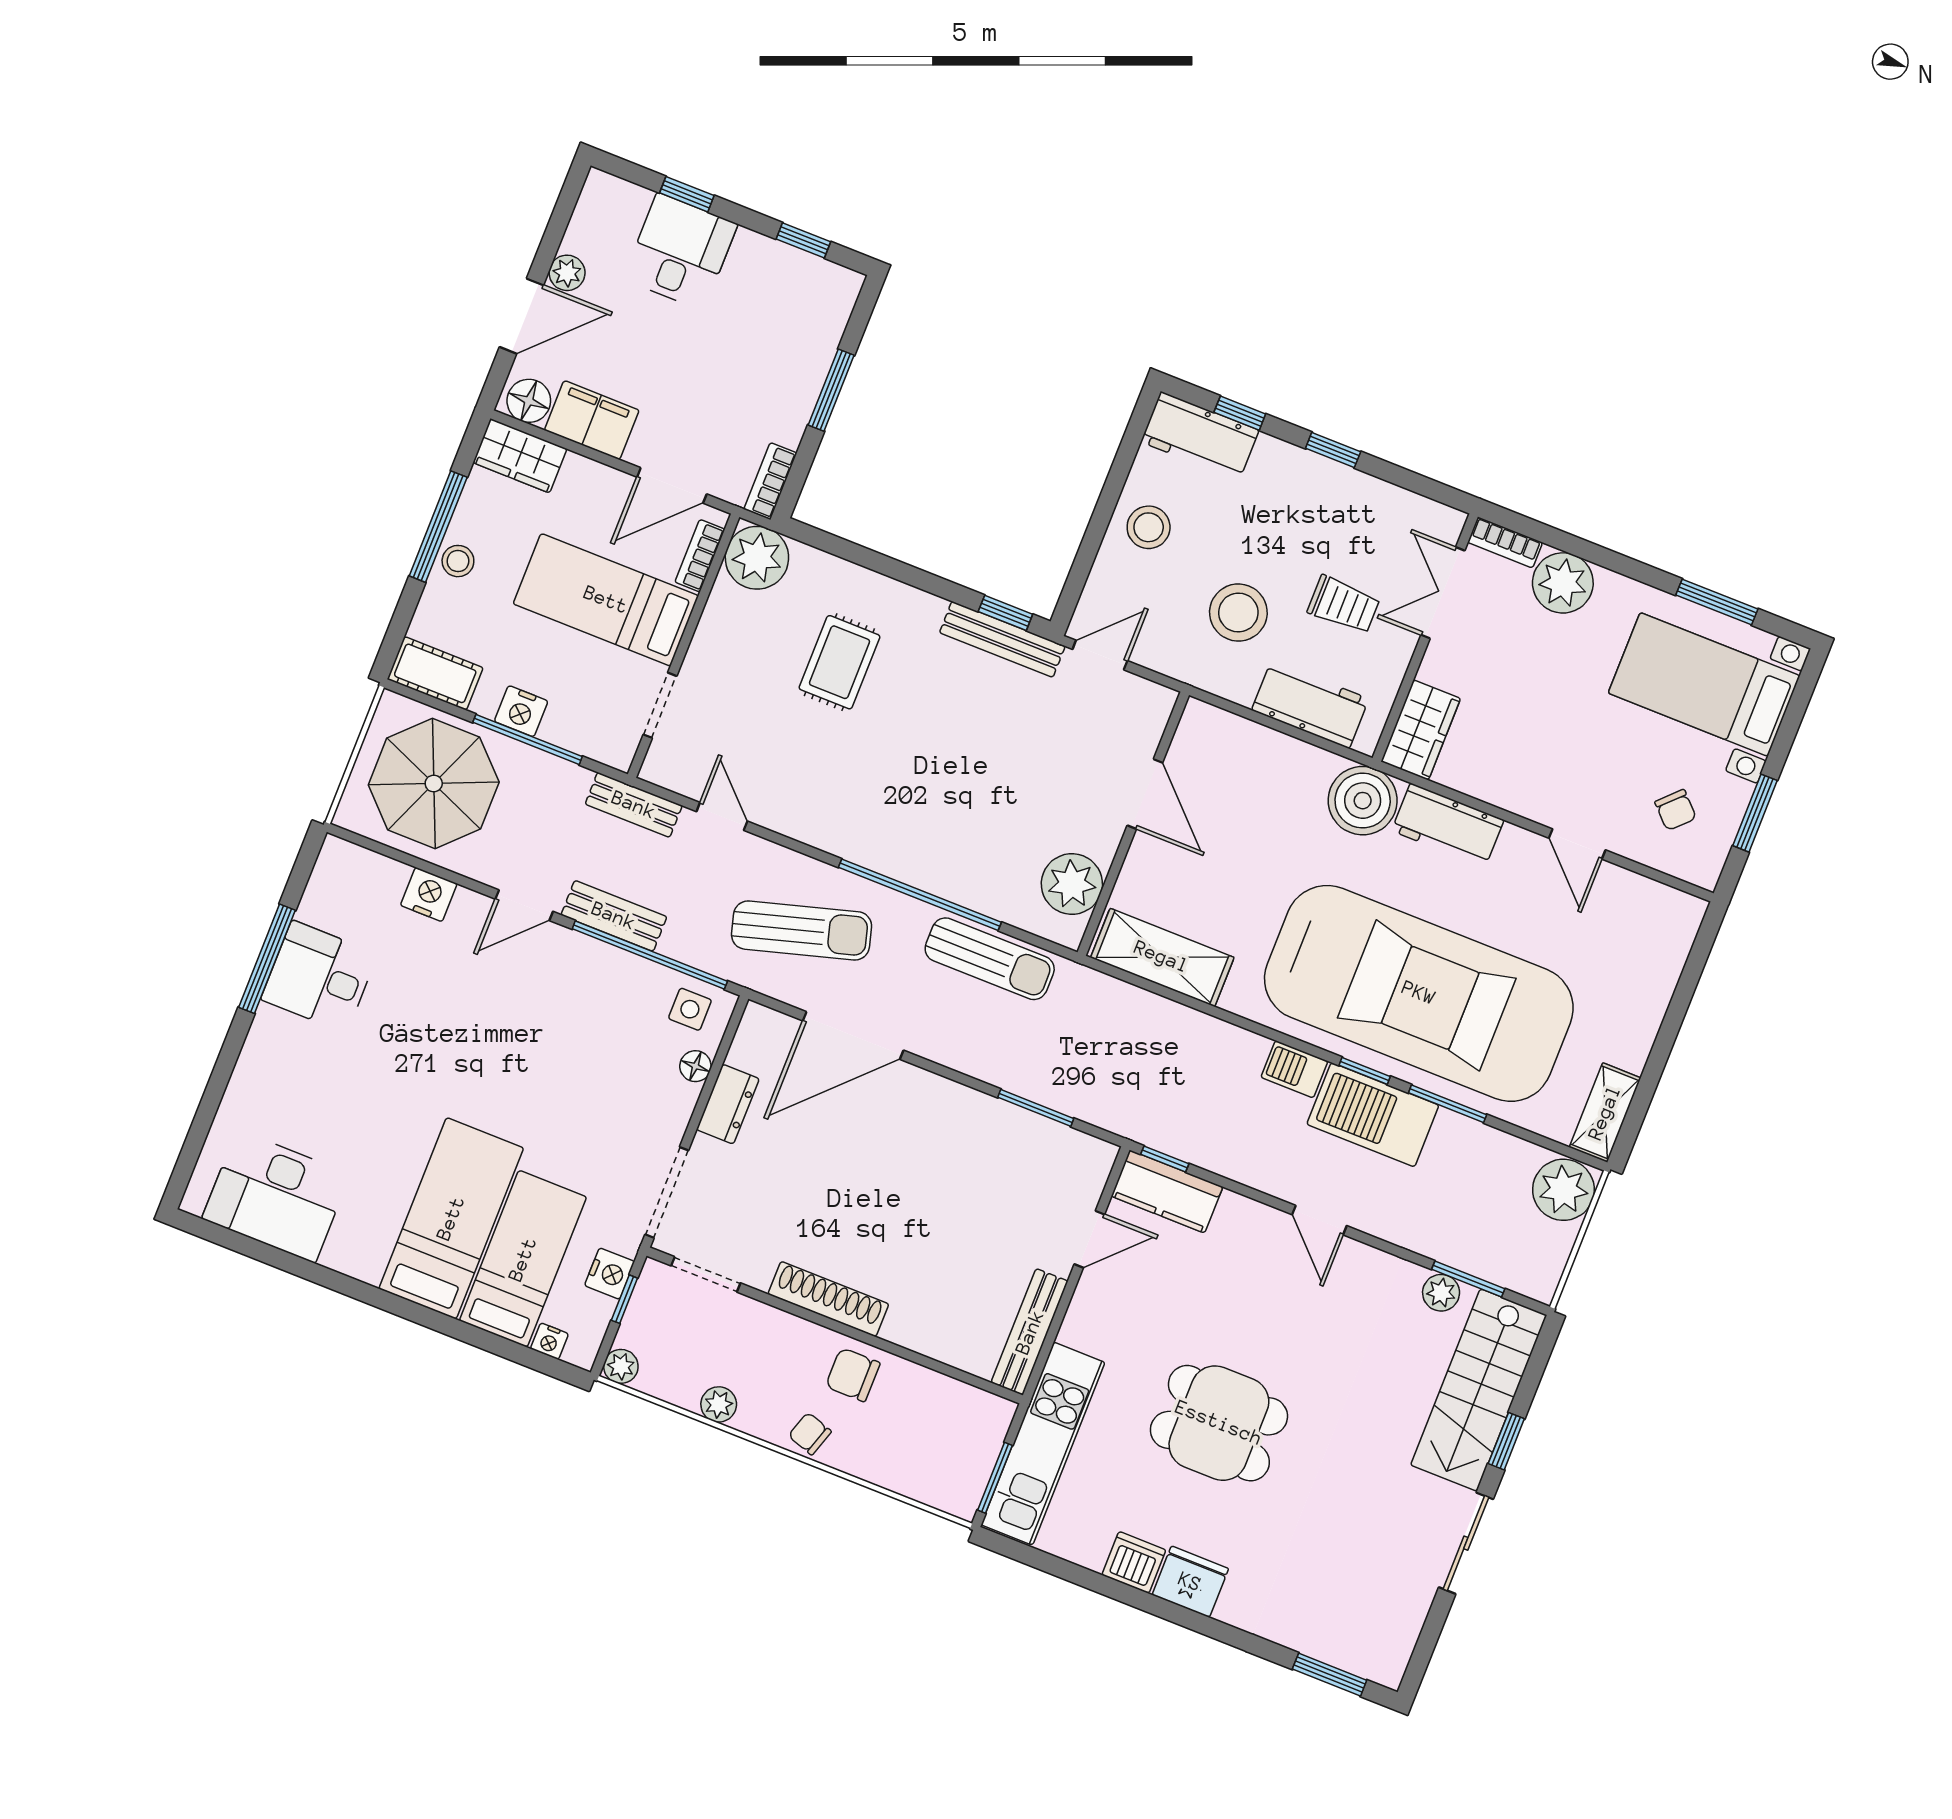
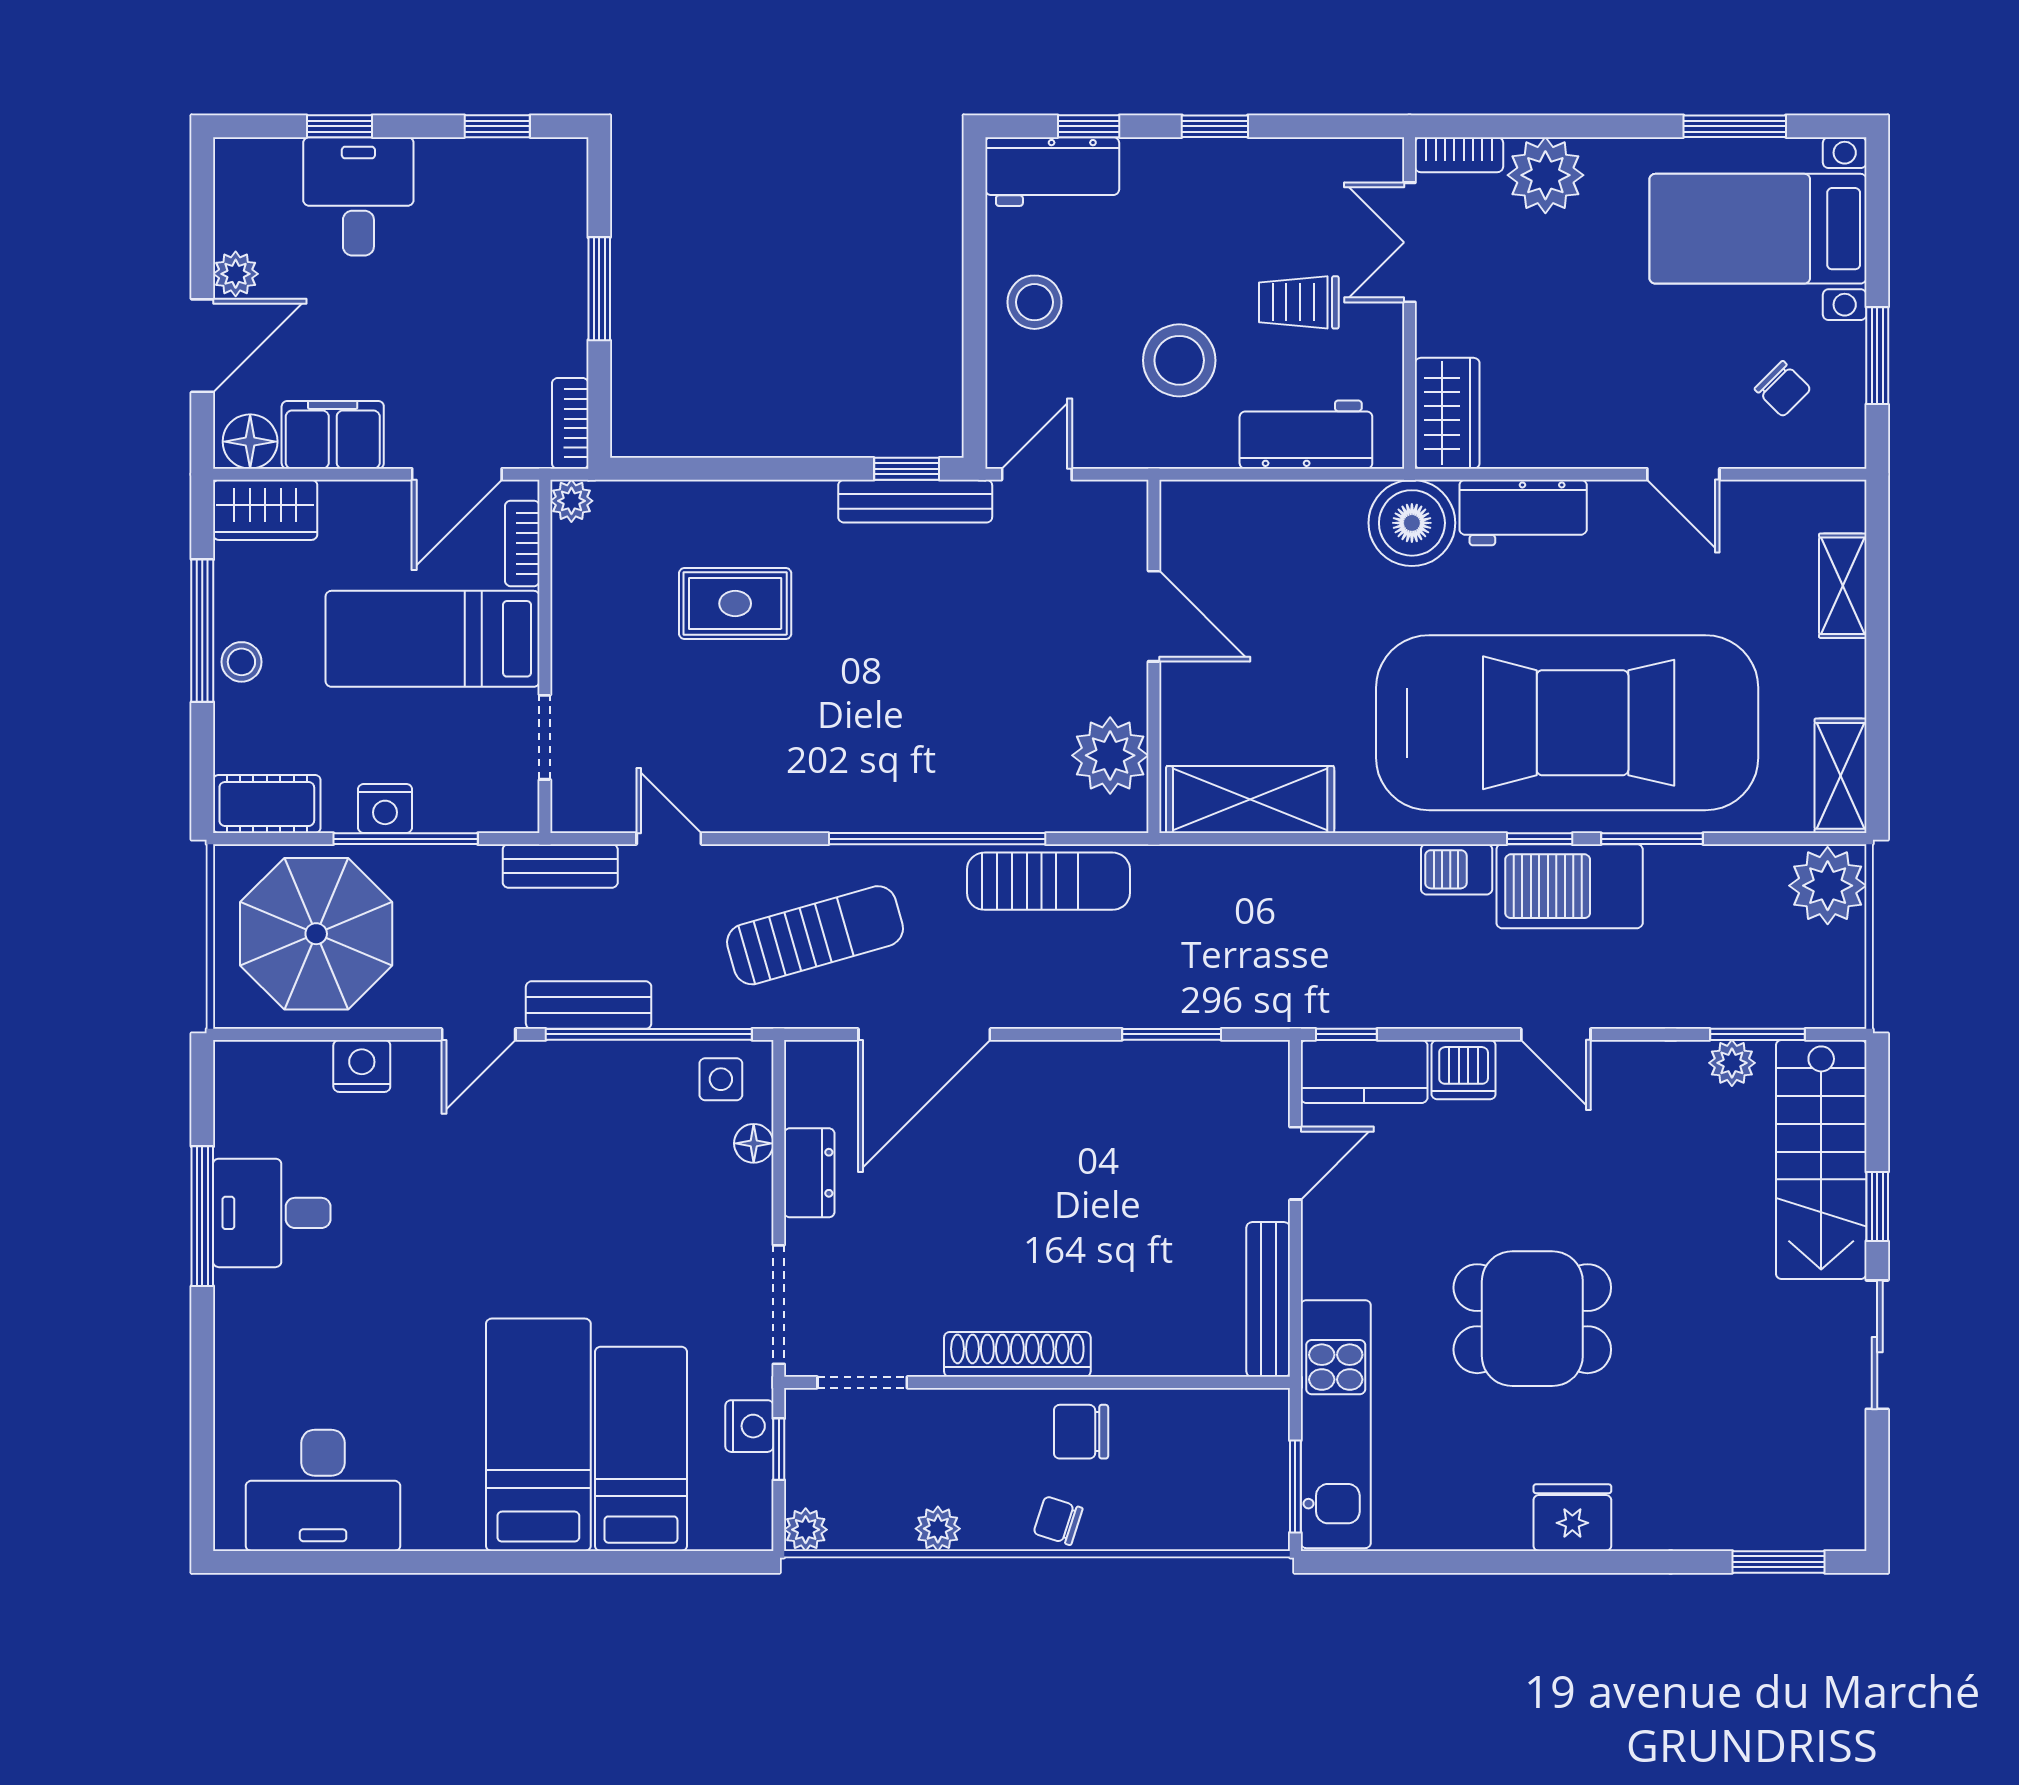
plant: (757, 558) -> (571, 501), width x0.53, depth x0.53
trolley: (1344, 605) -> (1299, 302), turned 180
rug: (839, 662) -> (735, 604), turned 90
shelving: (1662, 973) -> (1843, 586), added
nightstand: (549, 1341) -> (710, 1533), removed
dishwasher: (1134, 1562) -> (1464, 1070), moved, turned 180

